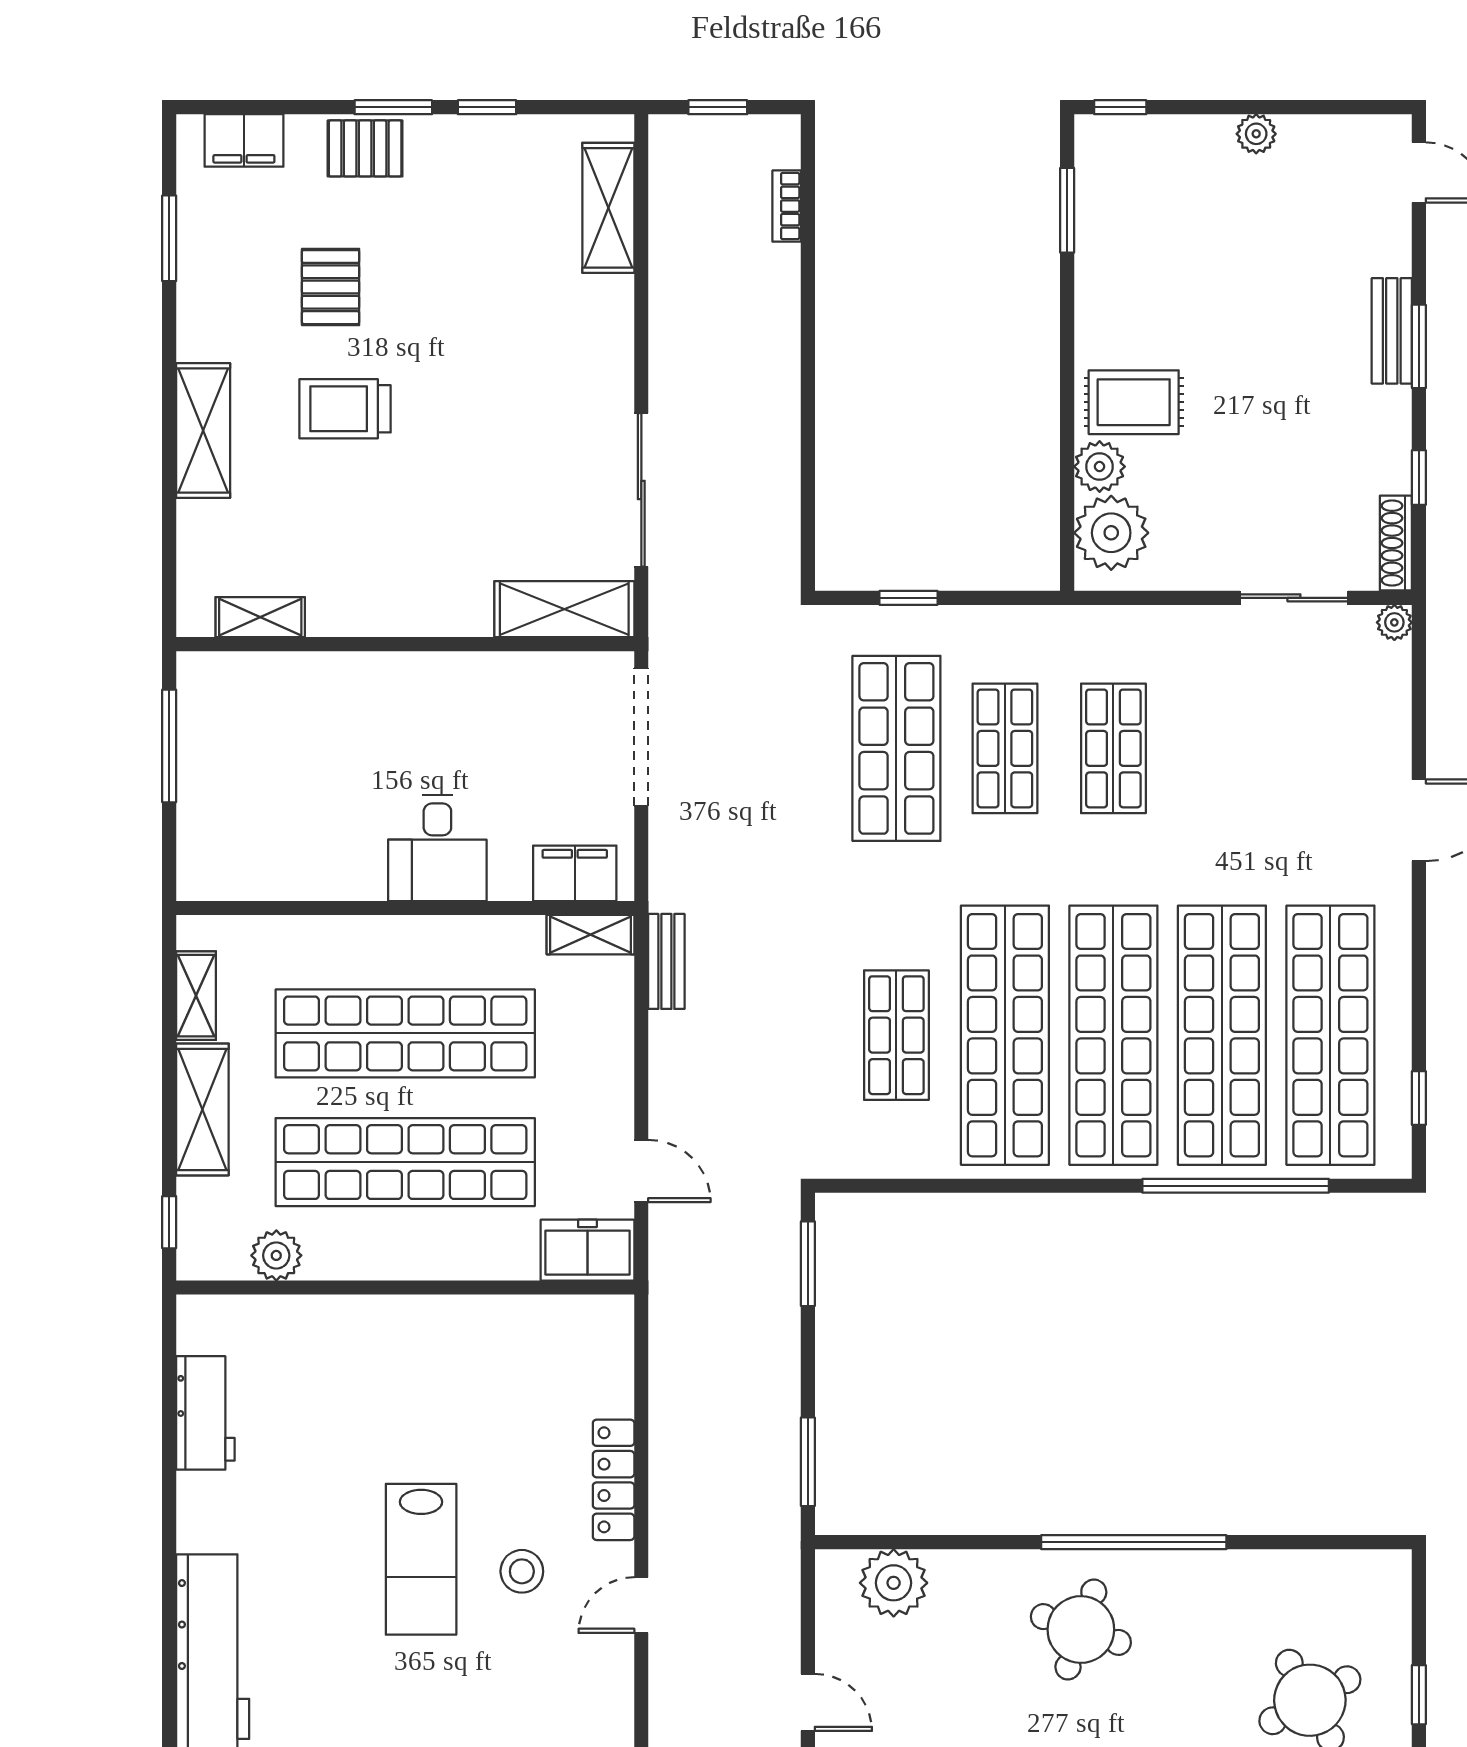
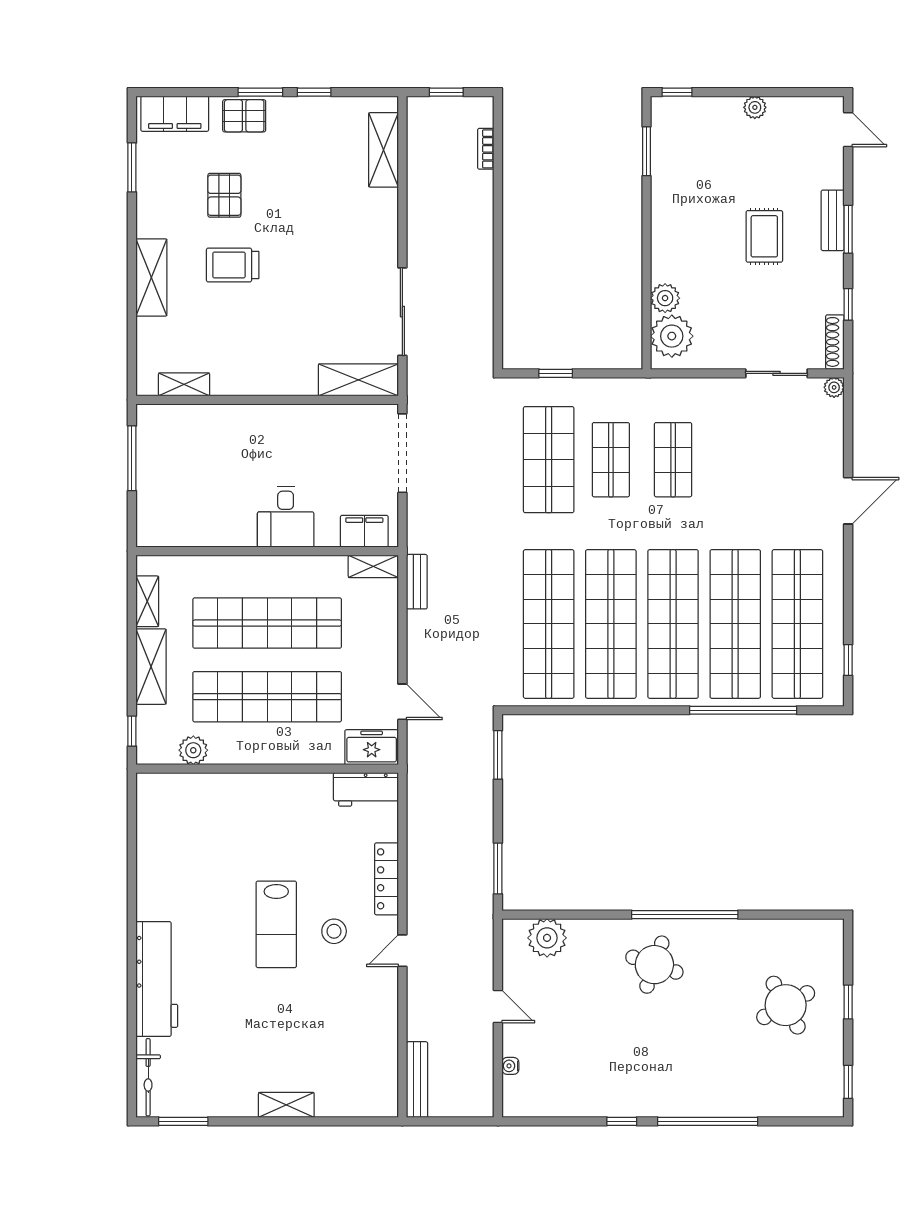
filing cabinet: (244, 140) -> (175, 114), width x1.50, depth x1.17
rug: (1134, 402) -> (764, 236), moved, turned 90
shop shelf: (896, 1035) -> (549, 624), width x2.00, depth x1.36
workbench: (205, 1413) -> (366, 789), moved, turned 90

